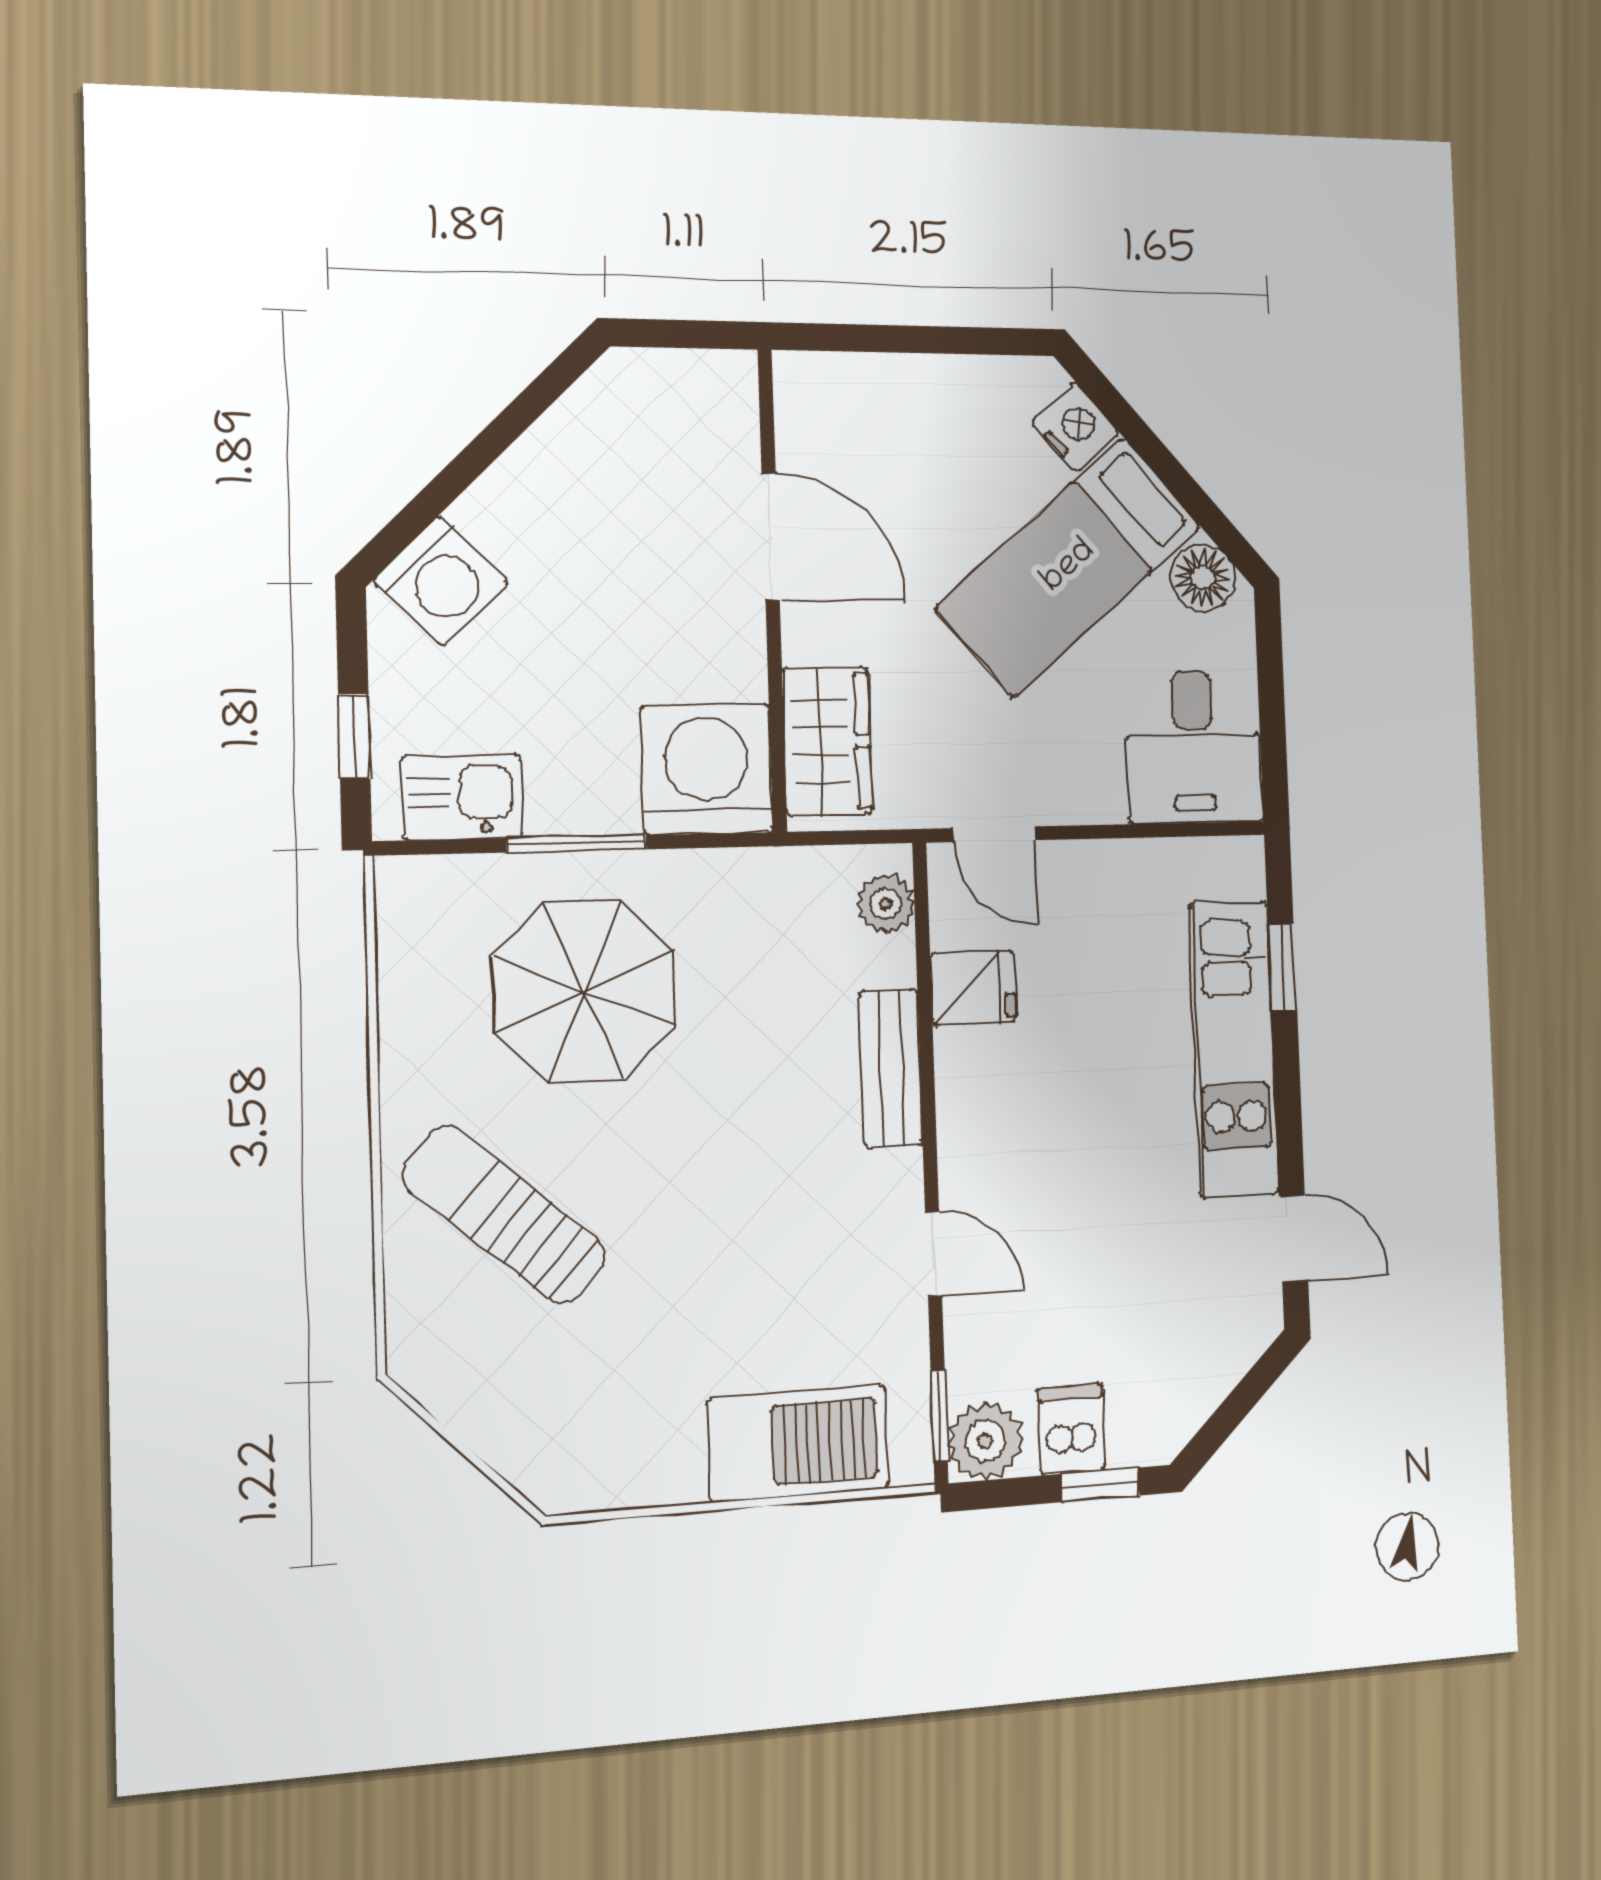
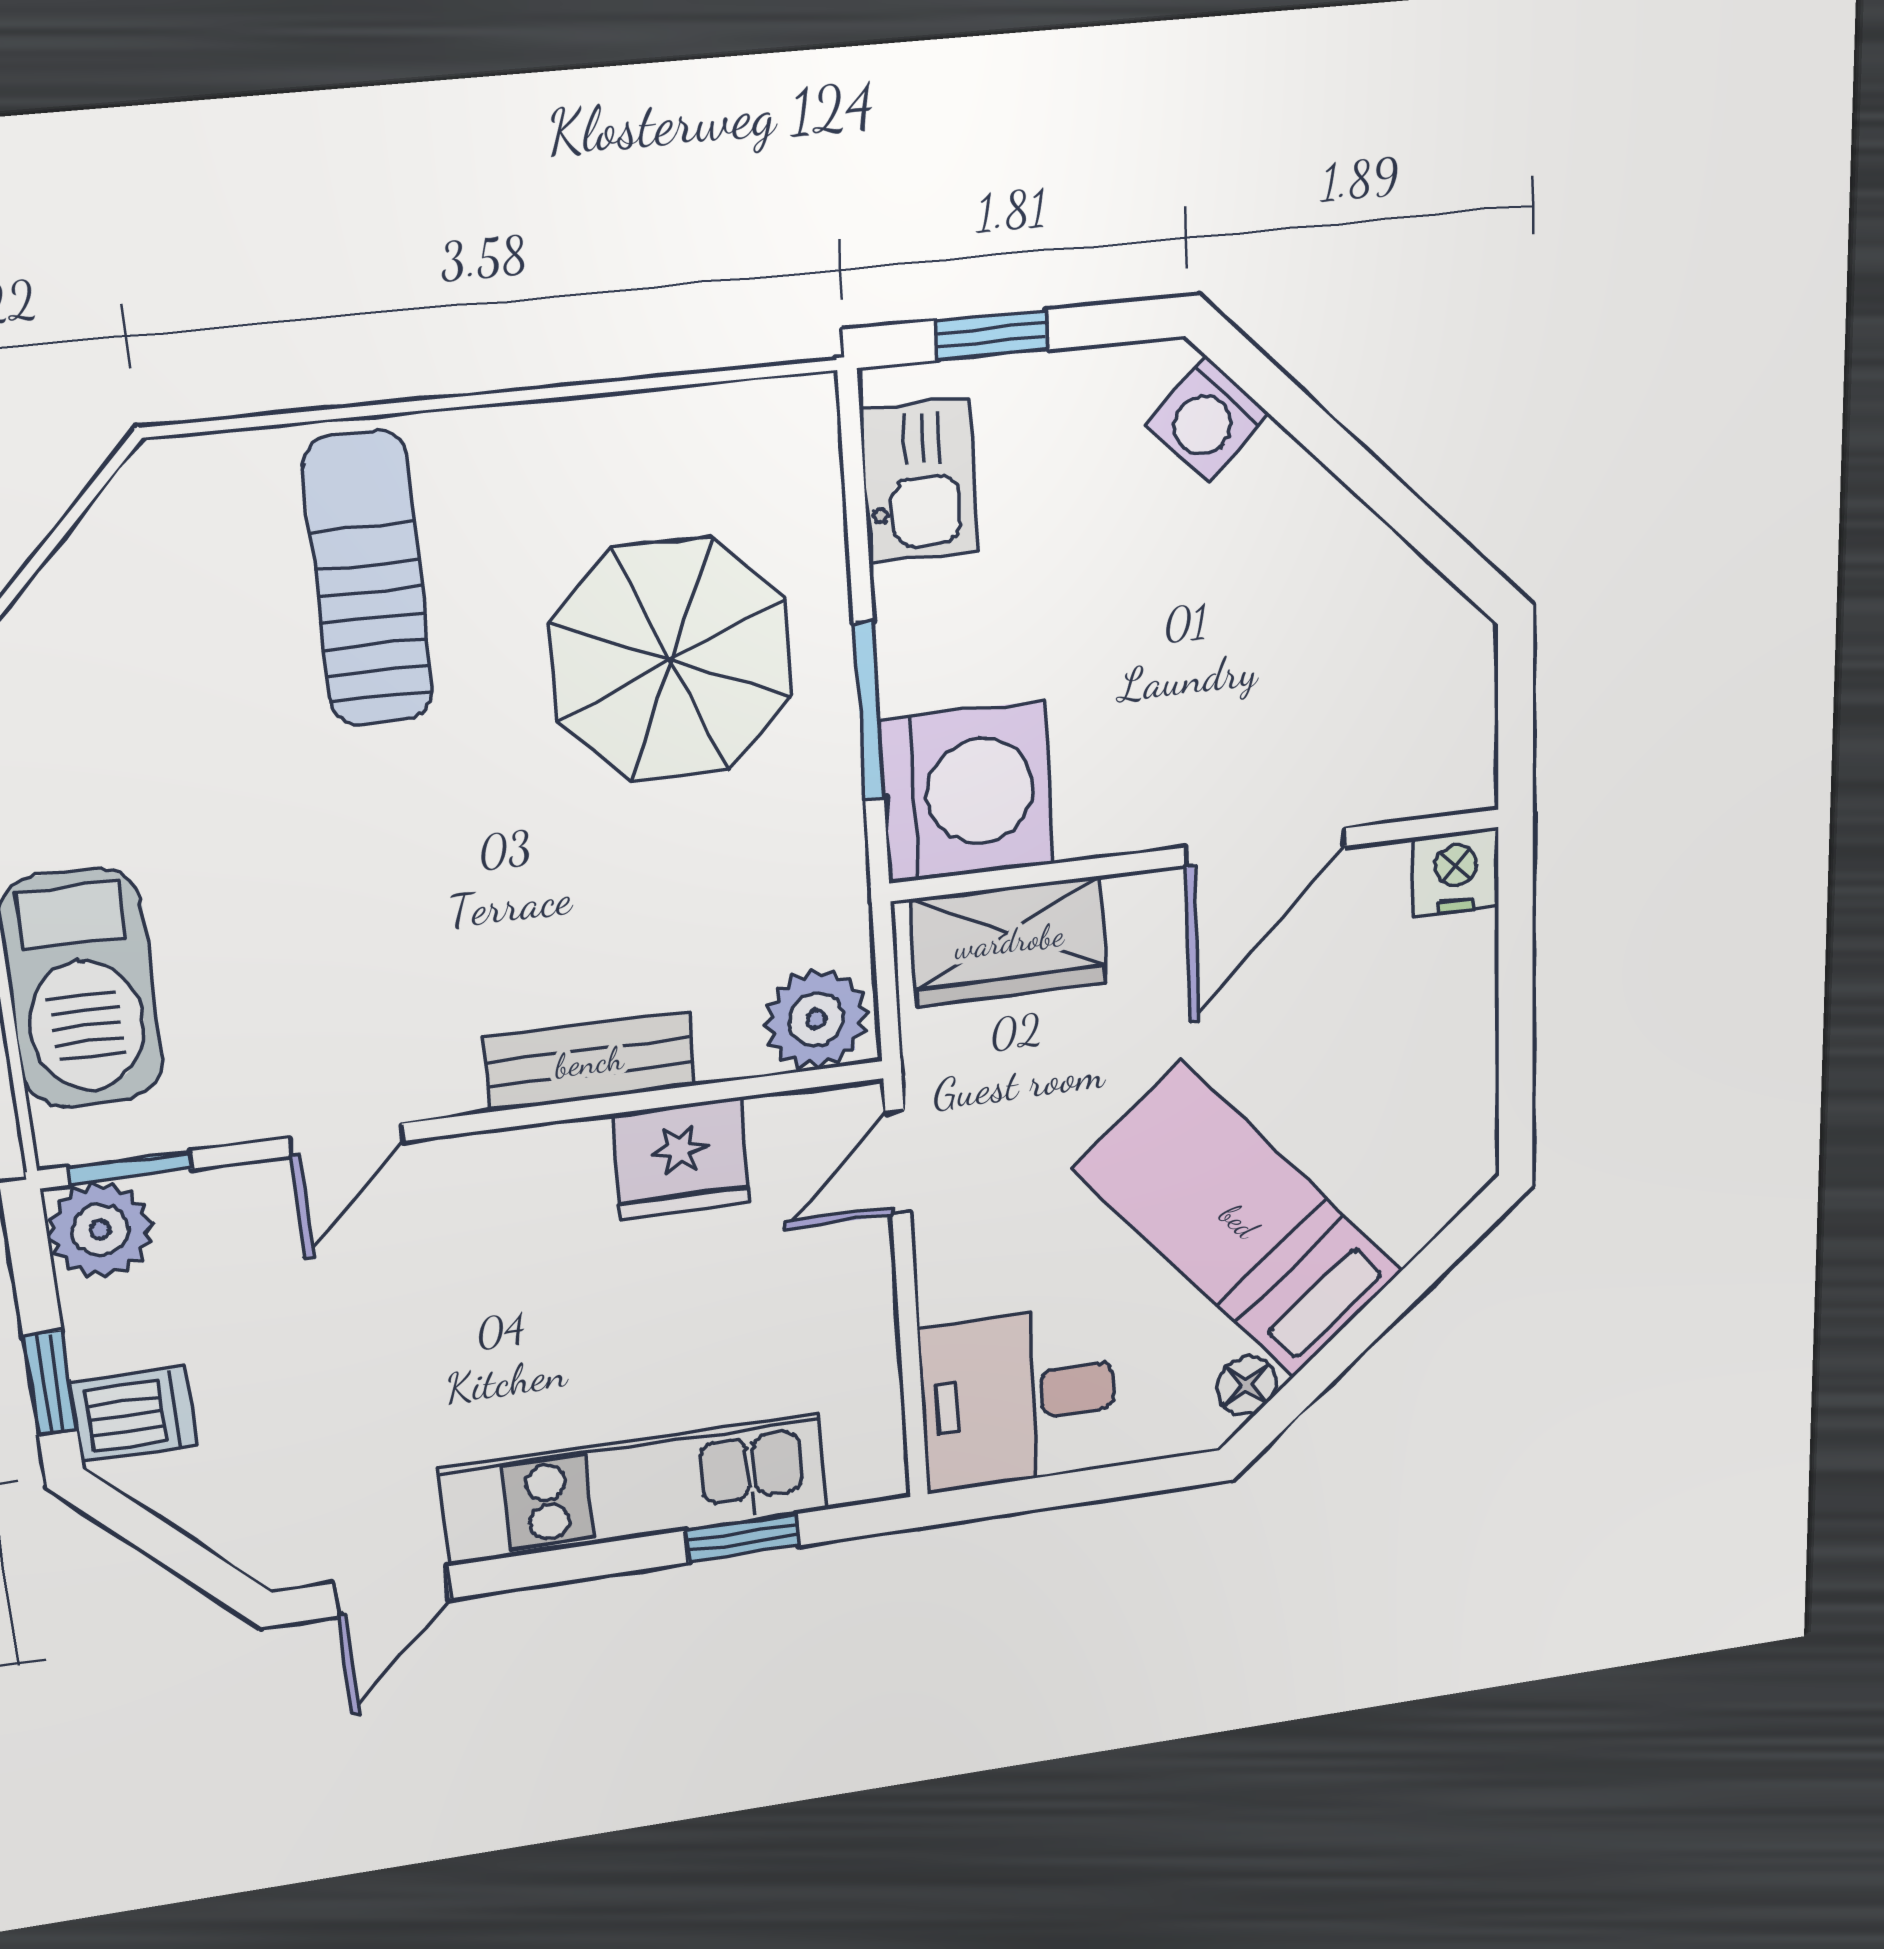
nightstand: (1075, 427) -> (1456, 872), moved, turned -139
floor lamp: (1203, 577) -> (1247, 1385), width x0.73, depth x0.73
washing machine: (441, 581) -> (1207, 419), width x0.73, depth x0.73
window: (577, 844) -> (869, 711), moved
plant: (886, 904) -> (816, 1019), width x1.38, depth x1.38
fridge: (973, 988) -> (681, 1158), width x1.38
sun lounger: (505, 1215) -> (368, 579), turned -41
dishwasher: (1071, 1429) -> (133, 1414), moved

